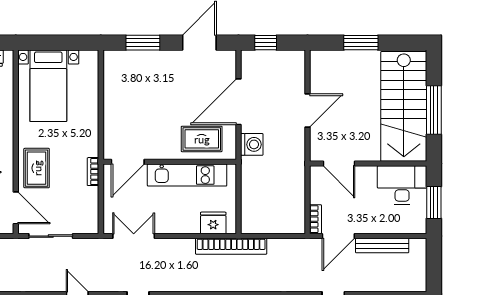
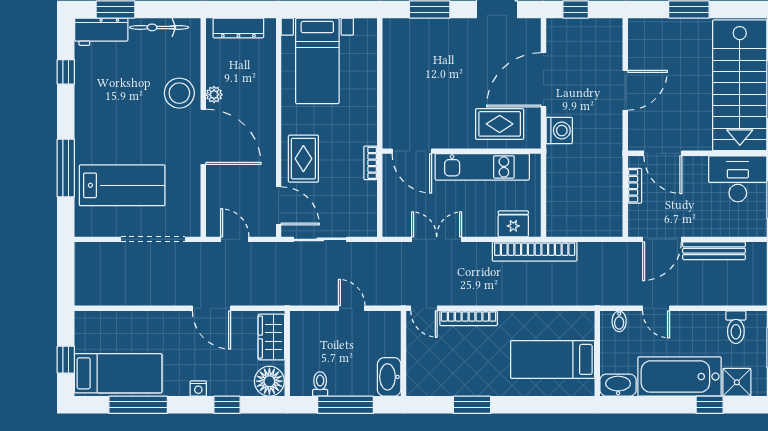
door: (128, 162) -> (412, 151), hinge flipped
bookcase: (315, 219) -> (635, 186), moved
double door: (134, 236) -> (437, 239), moved

